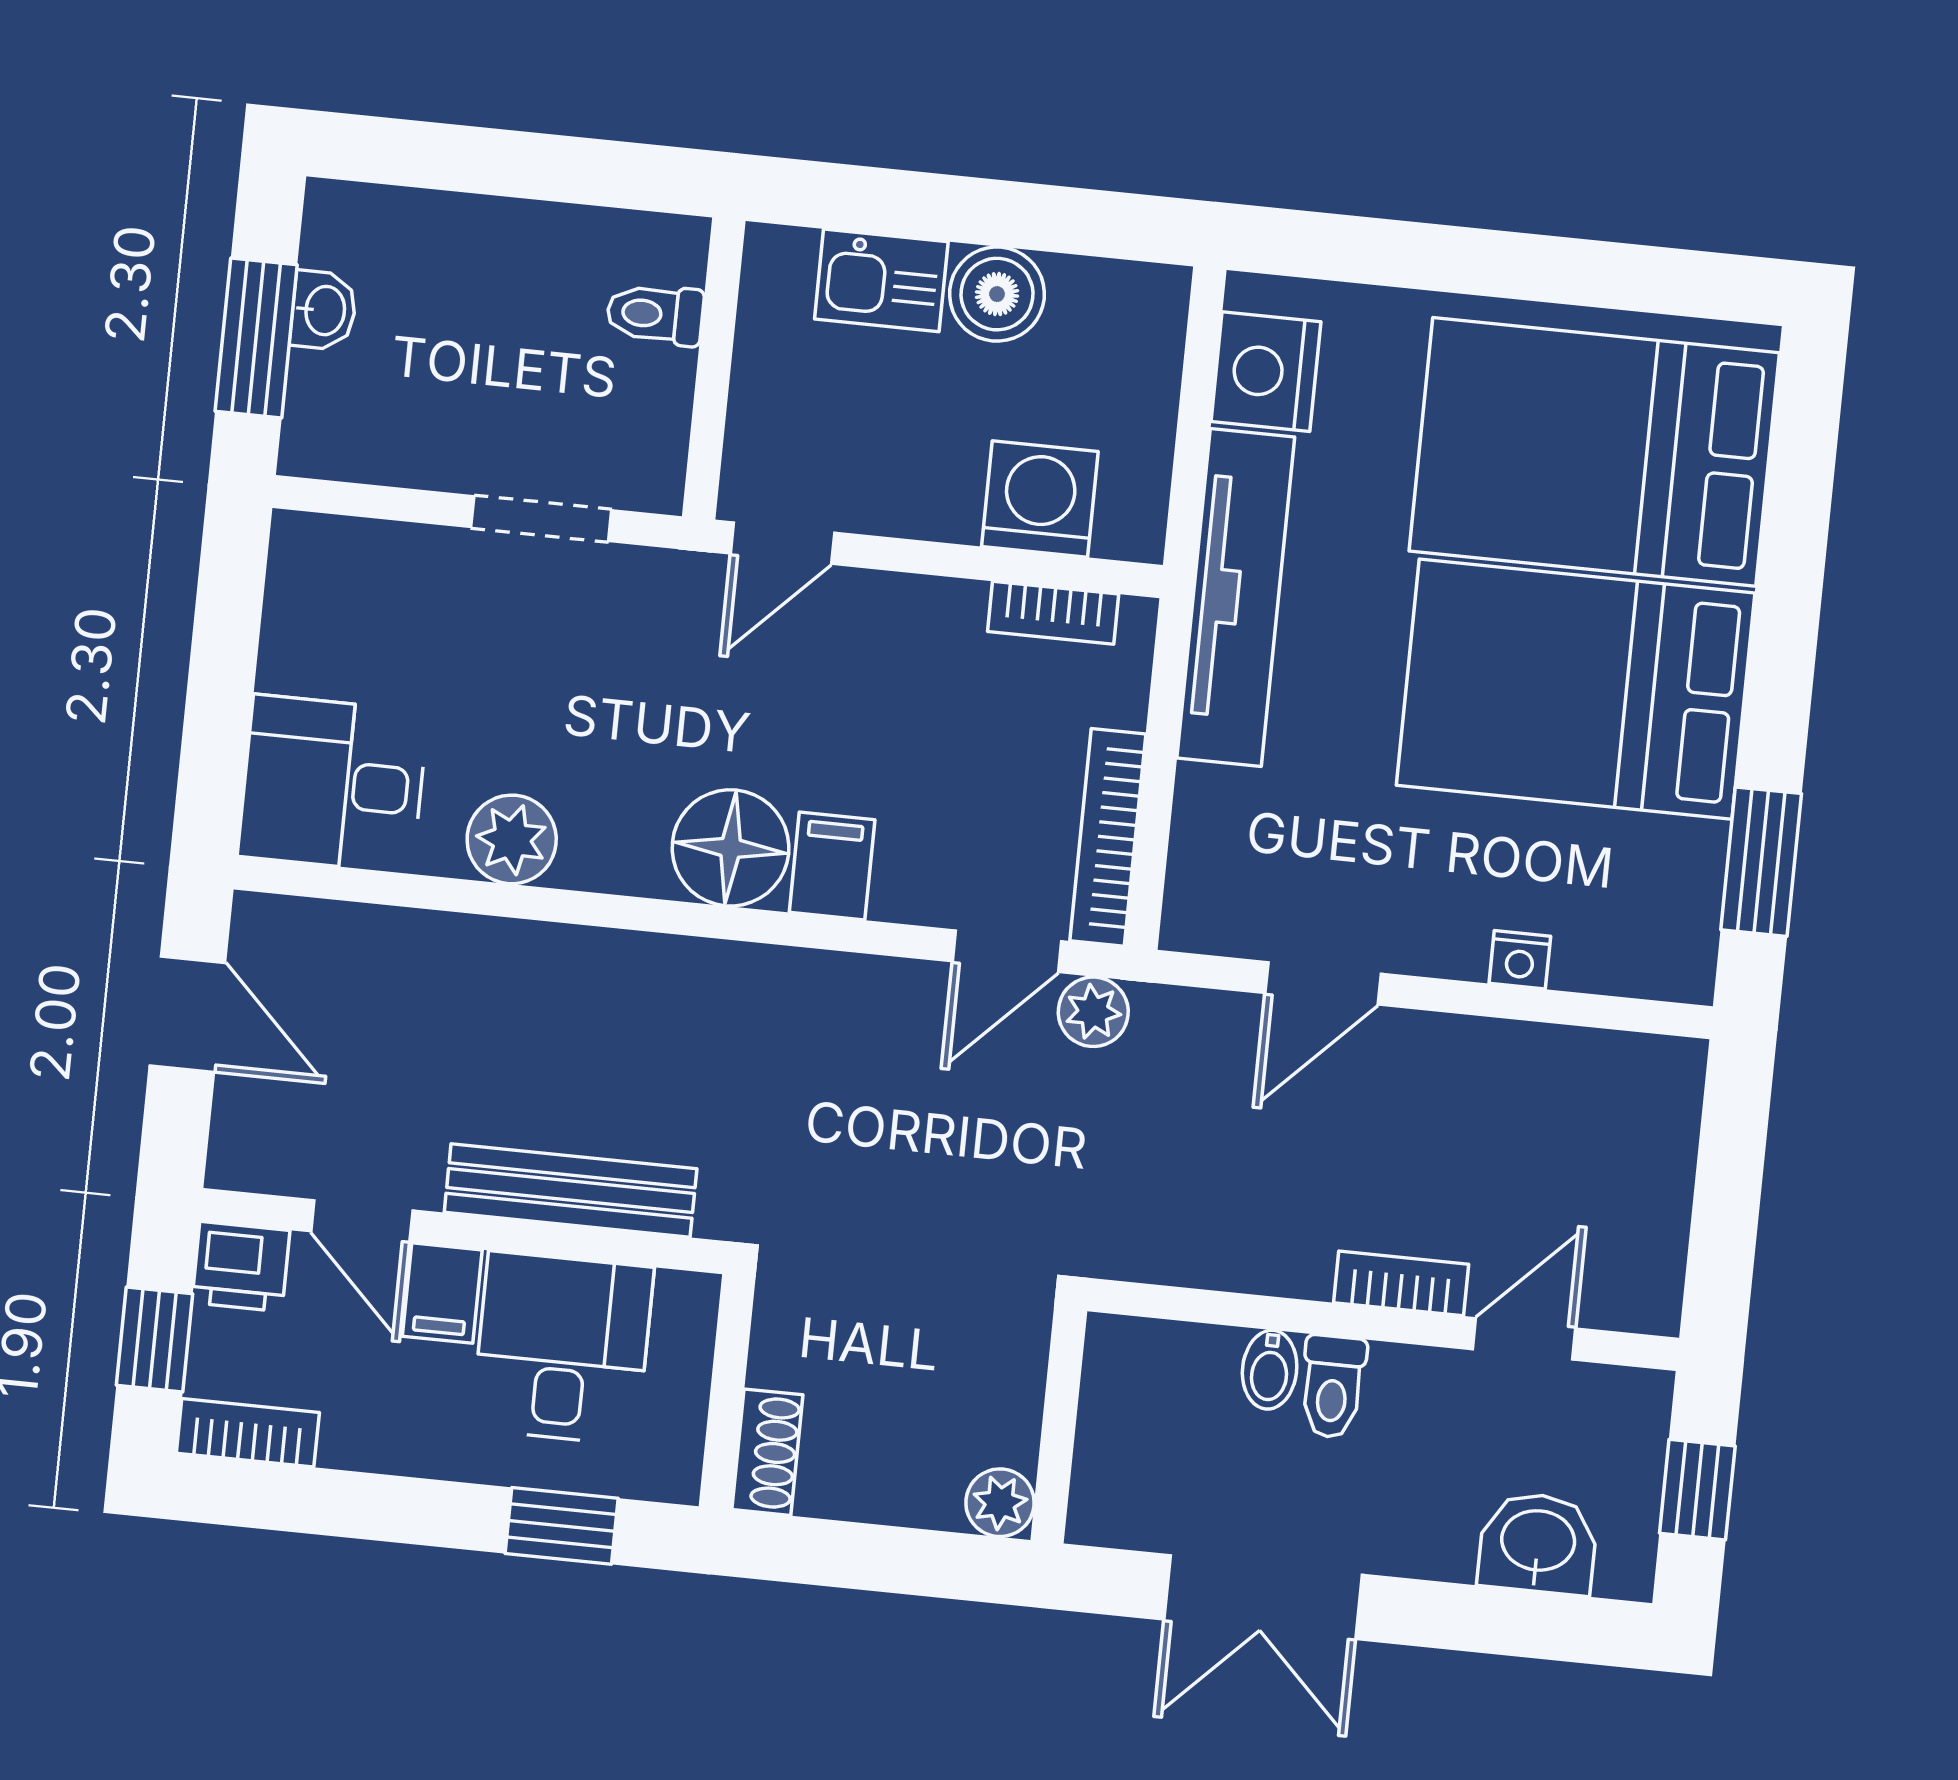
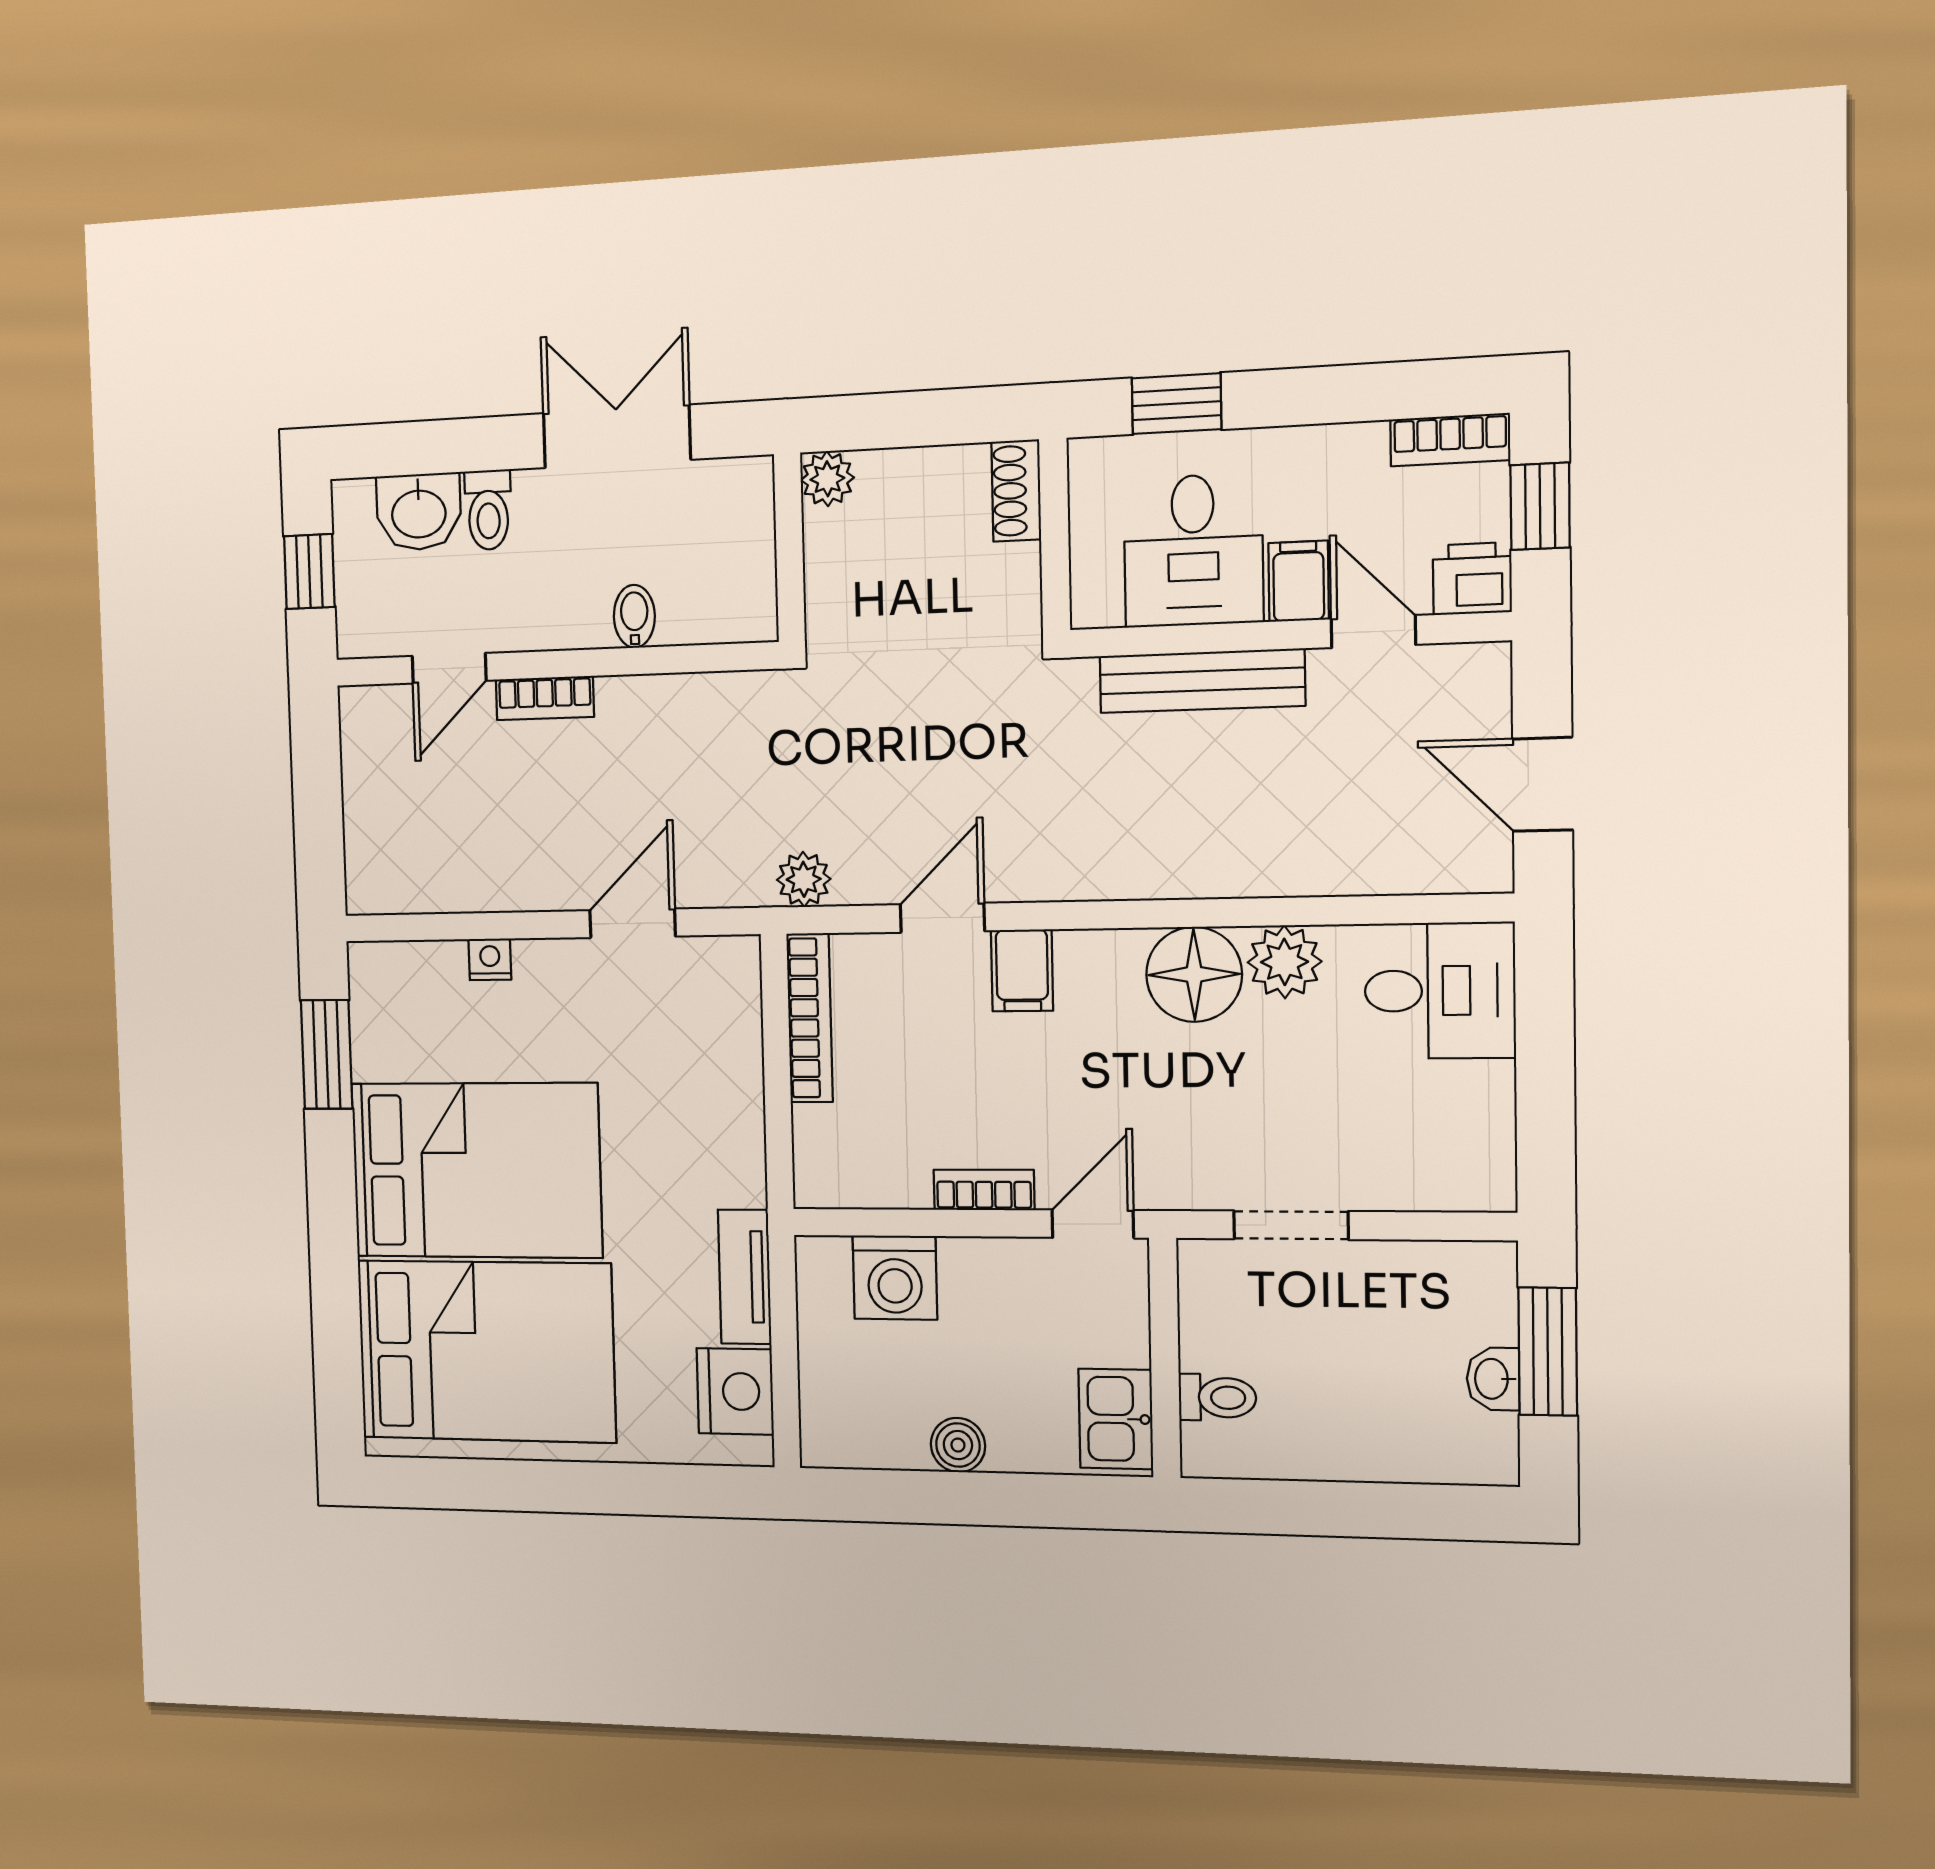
kitchen sink: (881, 280) -> (1116, 1419), moved, turned -90
boiler: (997, 294) -> (958, 1445), width x0.73, depth x0.73
tv unit: (1236, 597) -> (745, 1277), width x0.52, depth x0.78
bookcase: (1053, 613) -> (984, 1190), moved
floor lamp: (731, 848) -> (1194, 974), moved
door: (1007, 951) -> (942, 918), moved
toilet: (1333, 1387) -> (488, 510), moved, turned 180

